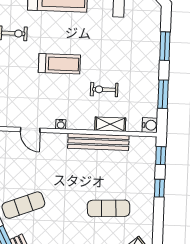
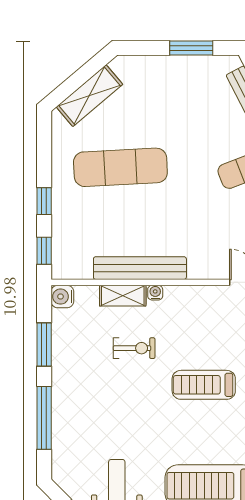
window: (165, 46) -> (44, 418), width x1.44
water cooler: (61, 124) -> (155, 293), moved
exercise mat: (109, 208) -> (120, 167), width x1.36, depth x1.45

